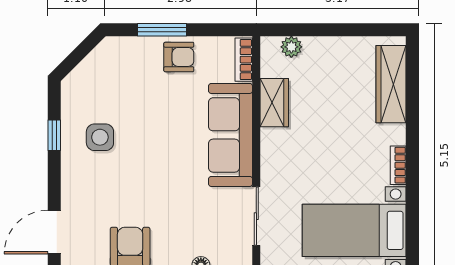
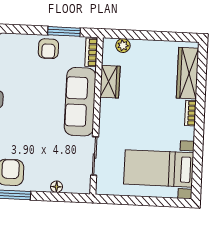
window: (162, 30) -> (64, 31), moved
armchair: (179, 57) -> (48, 49), turned 90
bookcase: (398, 165) -> (190, 113), moved

